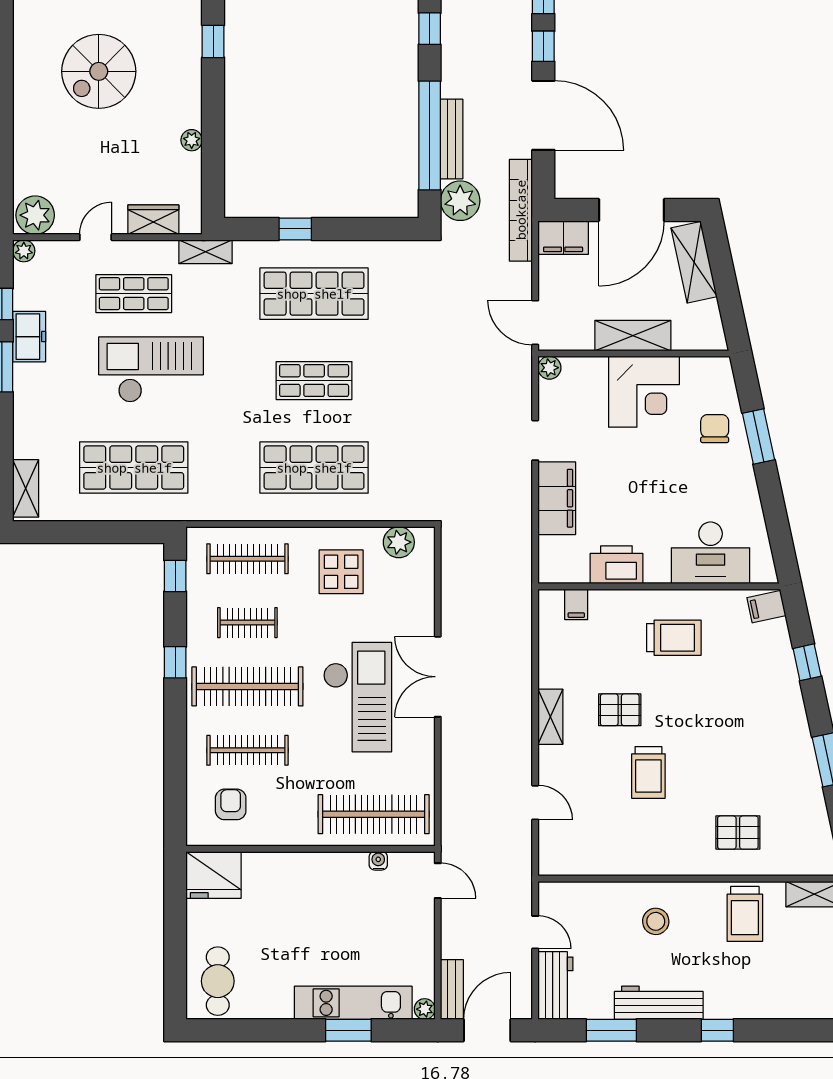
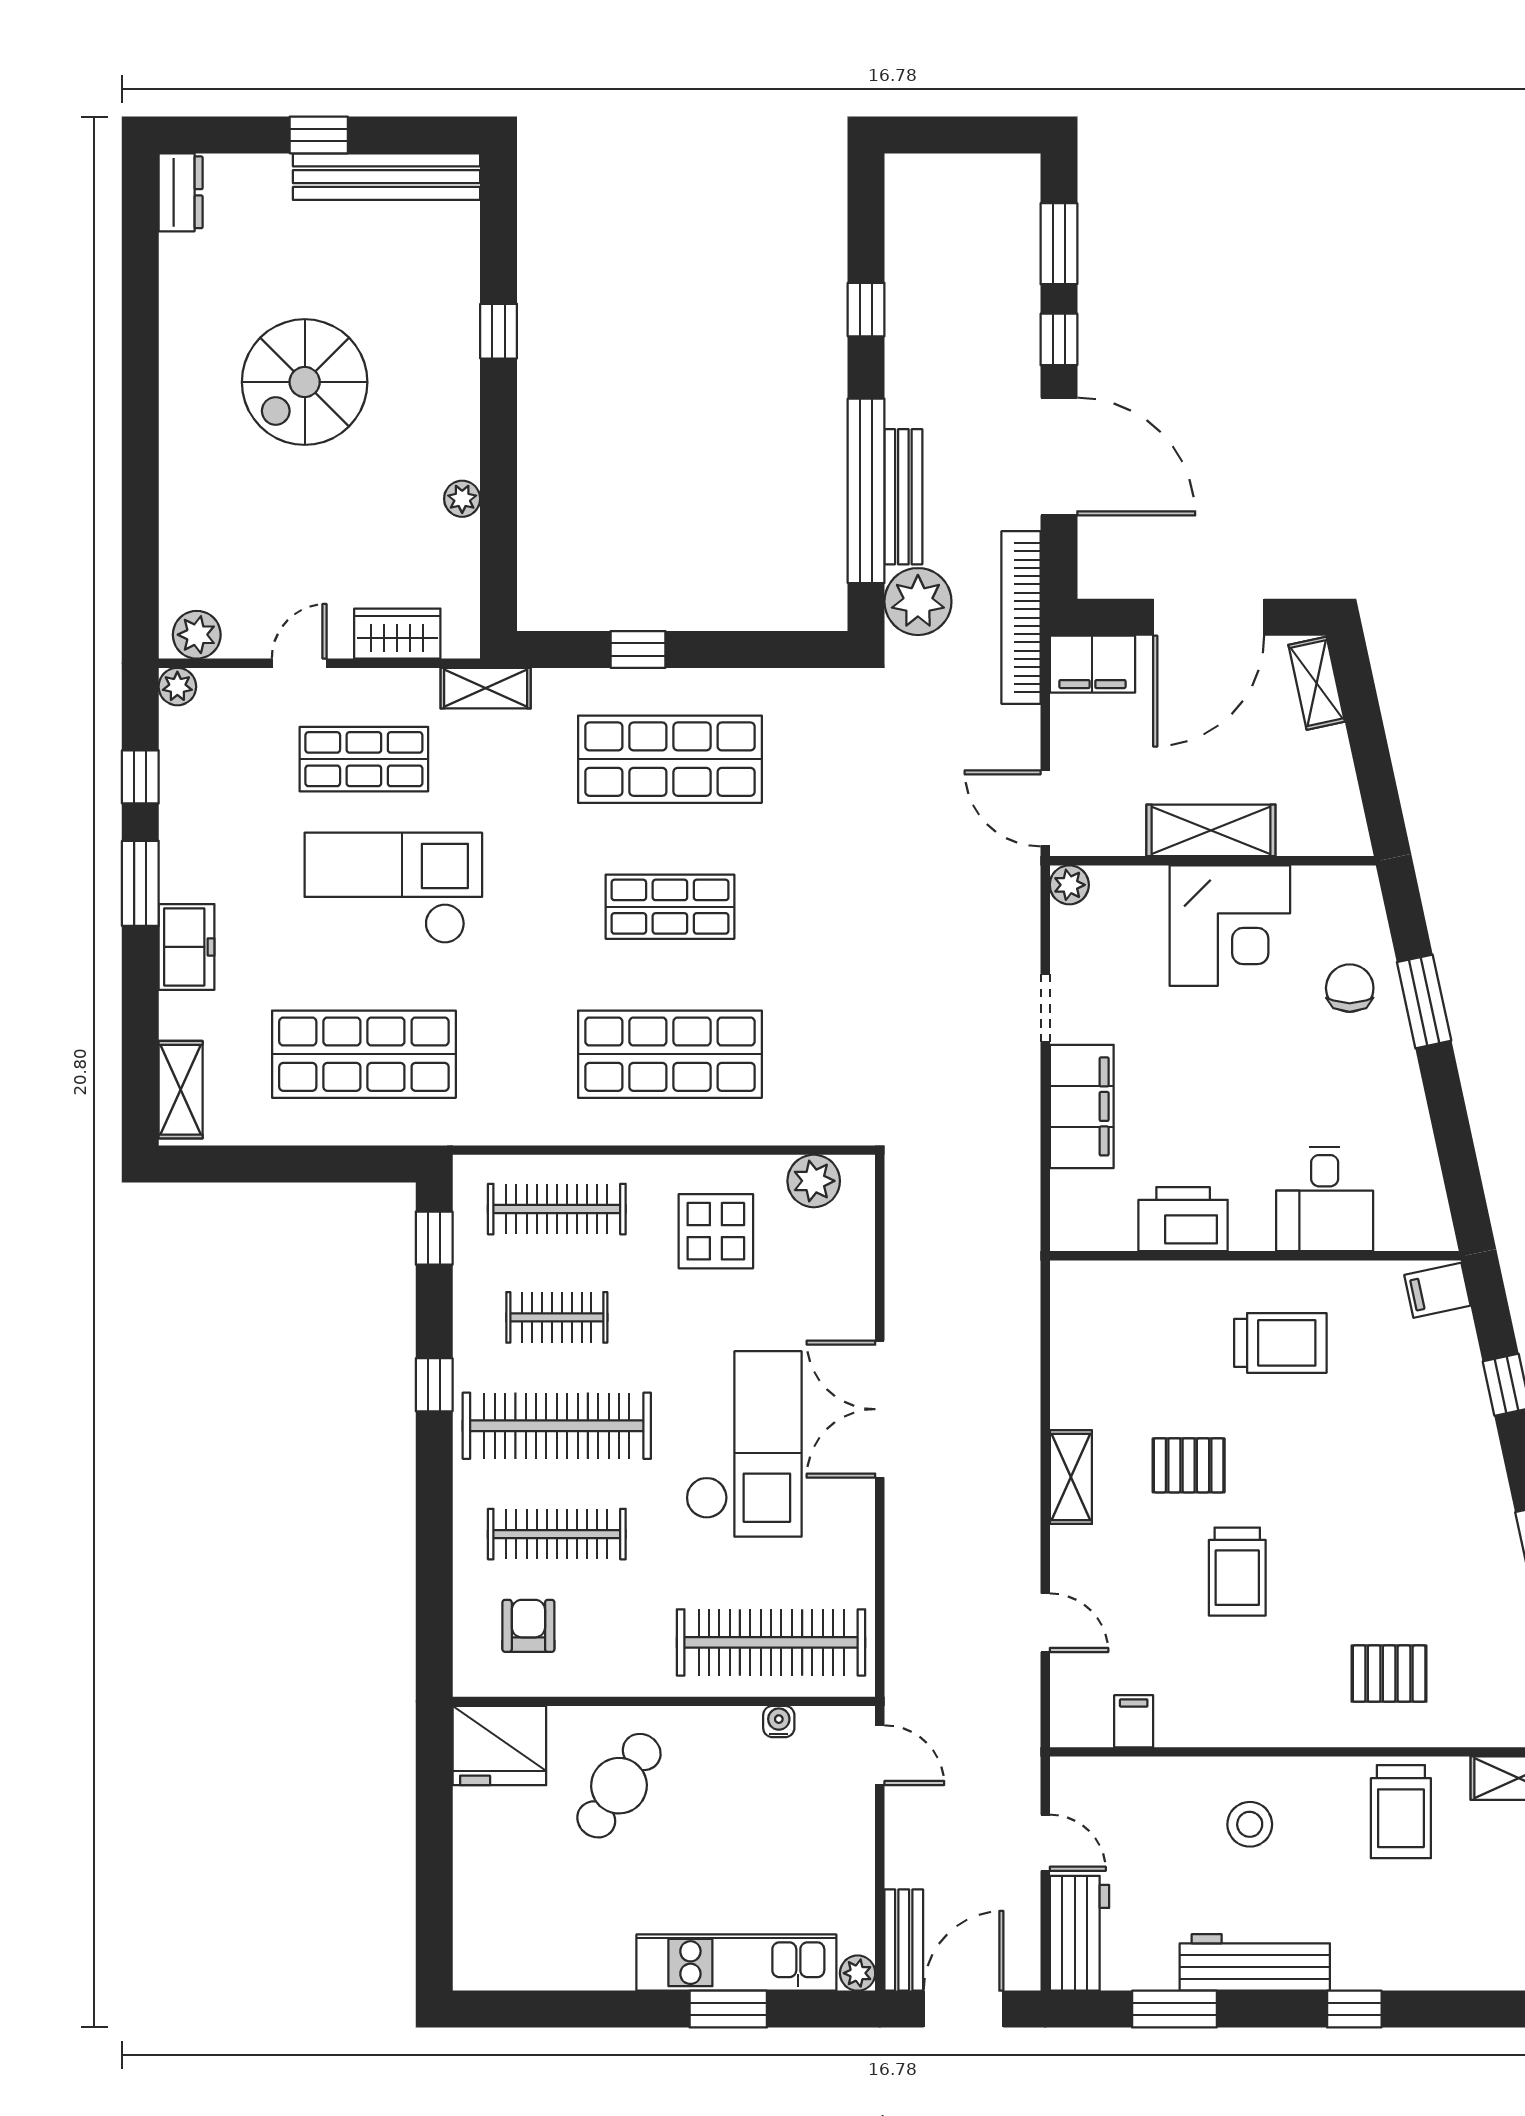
plant: (35, 215) -> (197, 635), width x0.73, depth x0.73
shelving: (694, 262) -> (1317, 683), width x0.67, depth x0.75
freezer: (29, 337) -> (187, 947), moved
desk: (711, 553) -> (1325, 1199), width x0.73
filing cabinet: (576, 604) -> (1134, 1721), moved, turned 180
cafe table: (218, 981) -> (619, 1786), moved, turned 34

